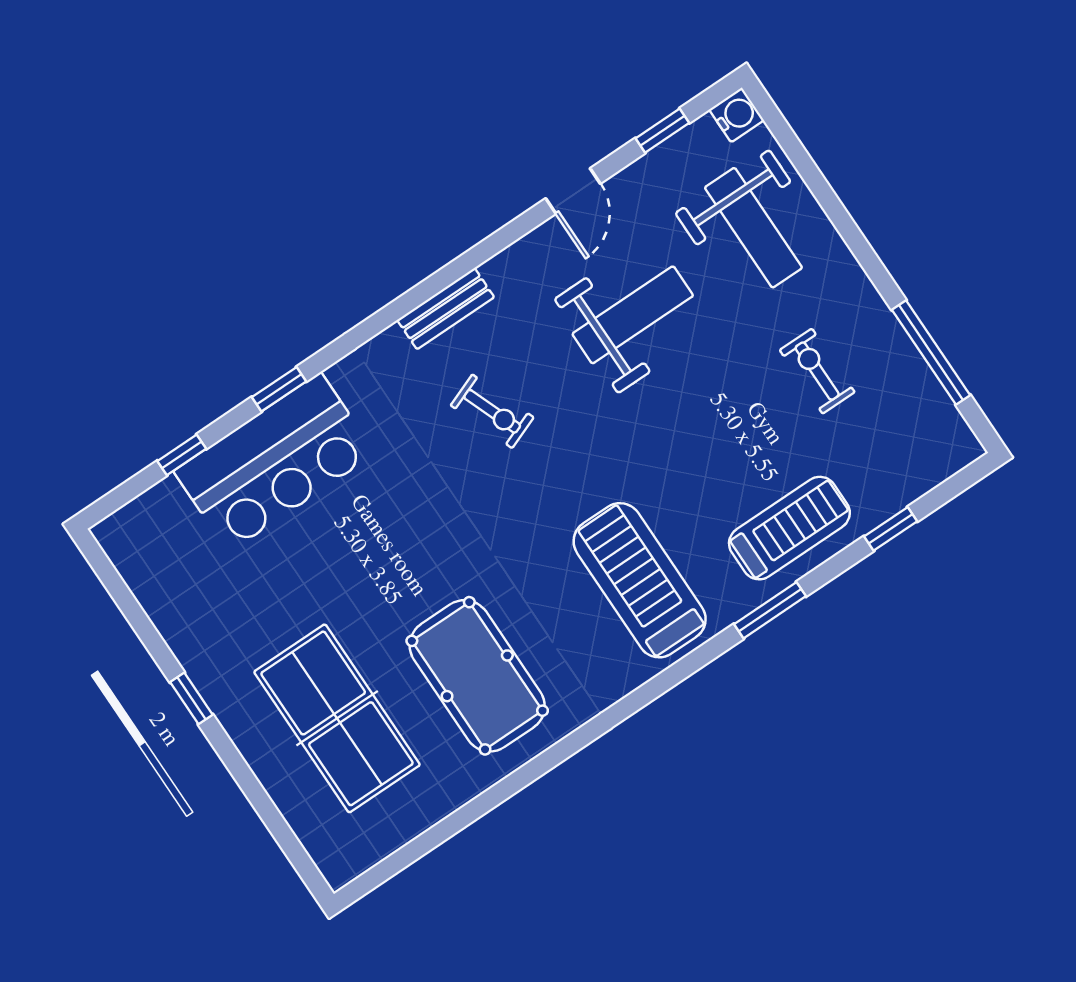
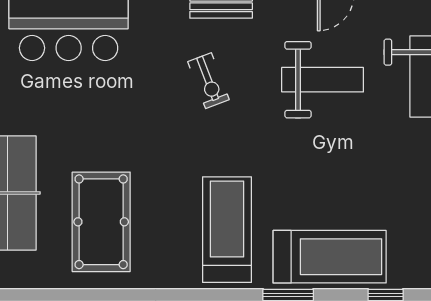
exercise bike: (817, 371) -> (404, 180), removed
treadmill: (789, 528) -> (330, 257), width x1.37, depth x1.38

